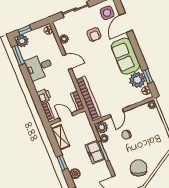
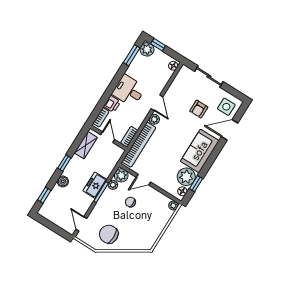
plant: (64, 39) -> (154, 119), moved
desk: (39, 67) -> (129, 91), moved
chair: (139, 168) -> (109, 234), turned -110

